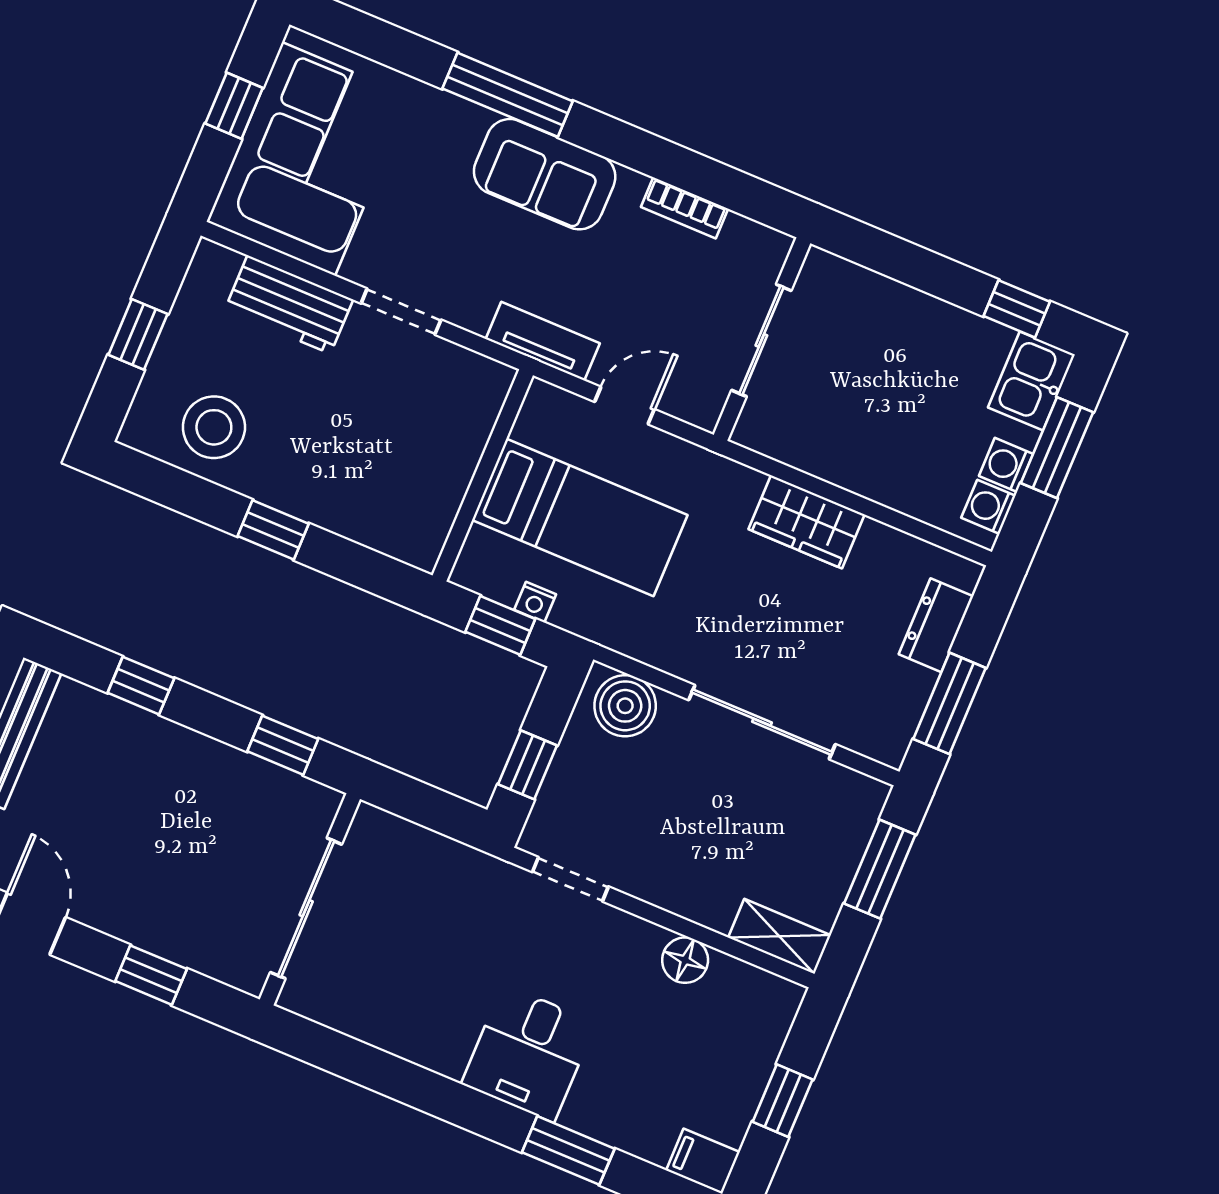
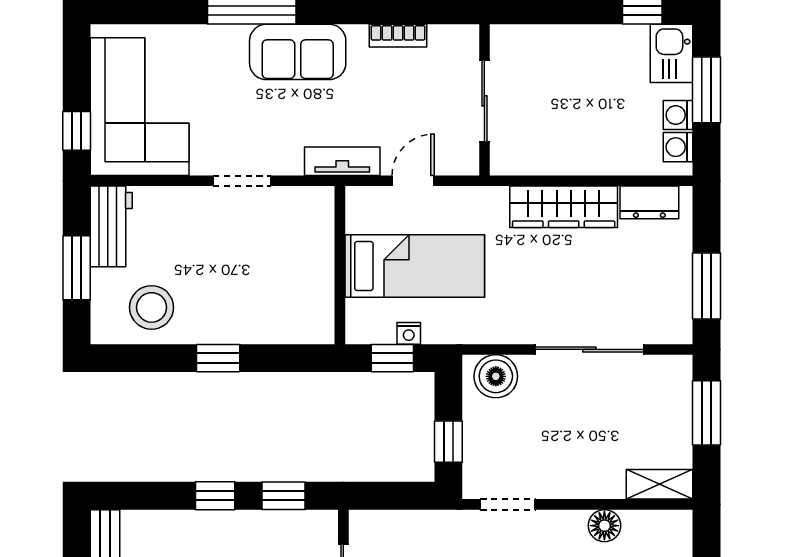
window: (234, 106) -> (77, 131), moved
workbench: (289, 304) -> (111, 226), moved, turned -90
window: (138, 334) -> (77, 268), width x1.50
wardrobe: (807, 522) -> (564, 207), width x1.50
dresser: (936, 625) -> (649, 202), moved, turned -90
window: (141, 686) -> (215, 496), moved

